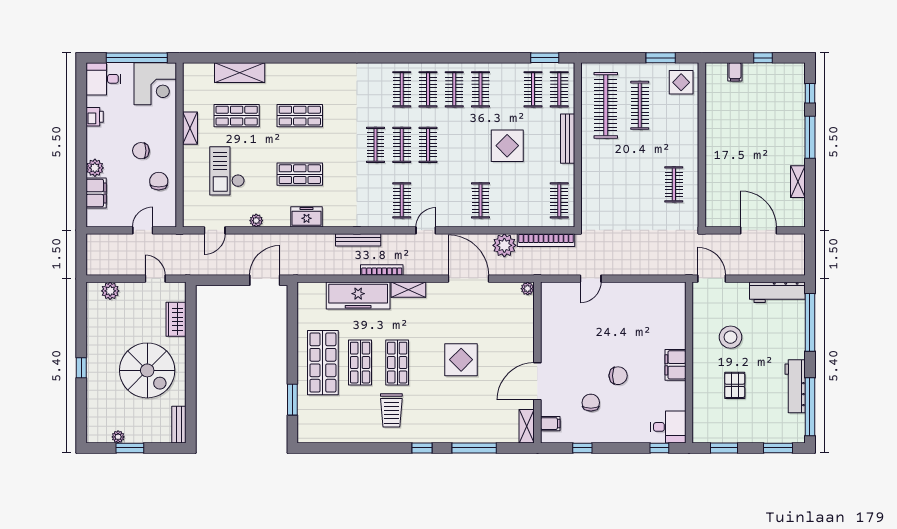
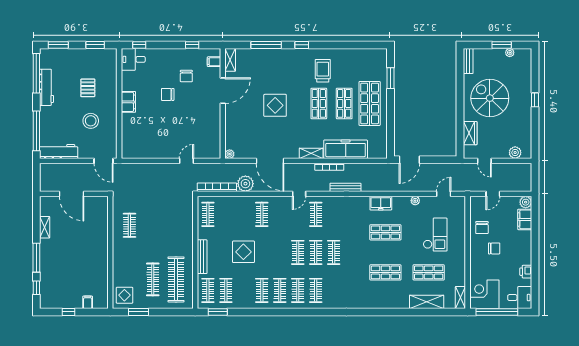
shelving: (190, 128) -> (460, 298), moved
plant: (95, 168) -> (526, 202), moved

